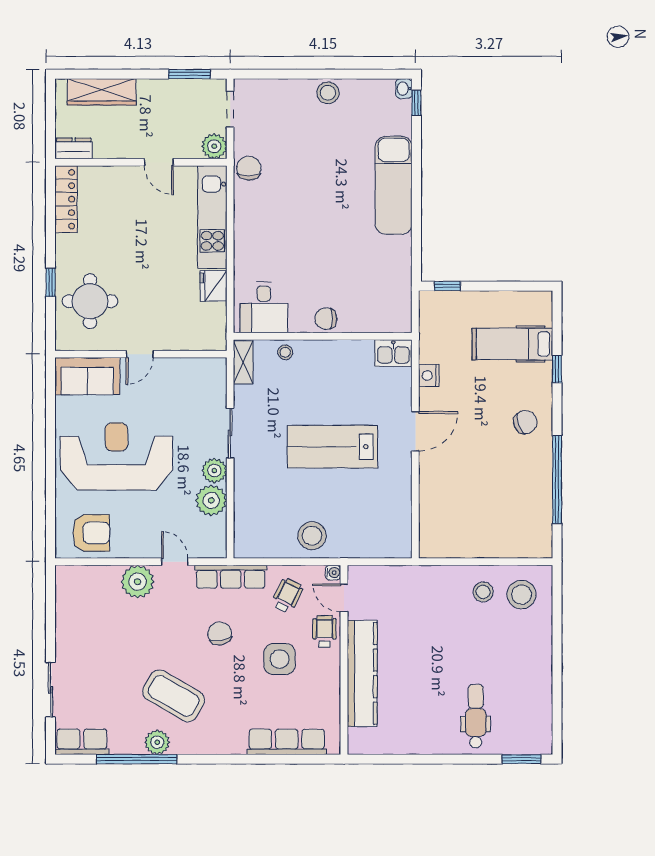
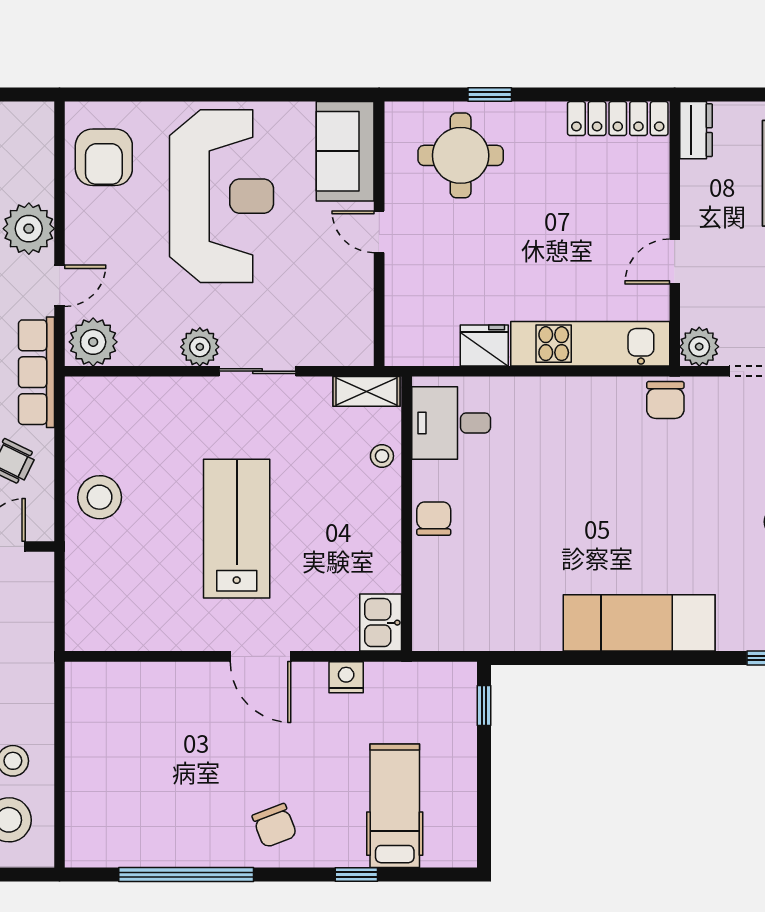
chair: (249, 168) -> (665, 400), turned 90
plant: (211, 500) -> (93, 342), moved
water cooler: (333, 573) -> (43, 530), removed

